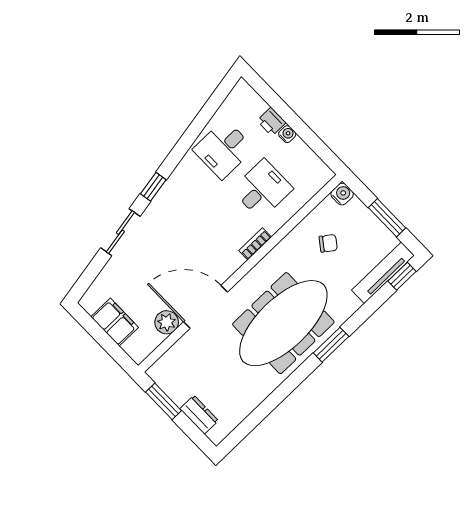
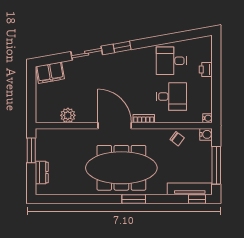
water cooler: (287, 134) -> (207, 118), moved
window: (387, 218) -> (216, 165), width x1.44
chair: (328, 243) -> (177, 139), moved
door: (205, 307) -> (115, 126), moved
filing cabinet: (115, 322) -> (50, 73), moved, turned 80

